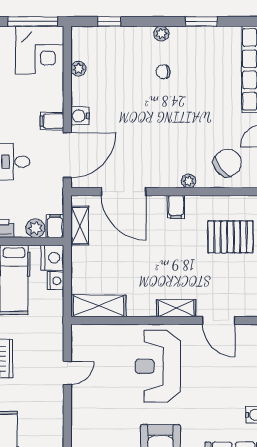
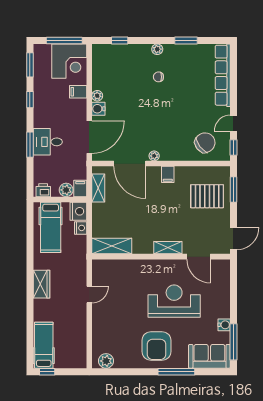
plant: (78, 69) -> (97, 96), moved
filing cabinet: (52, 121) -> (78, 92), moved
plant: (189, 181) -> (154, 156), moved
reception desk: (158, 366) -> (174, 301), moved, turned 90

